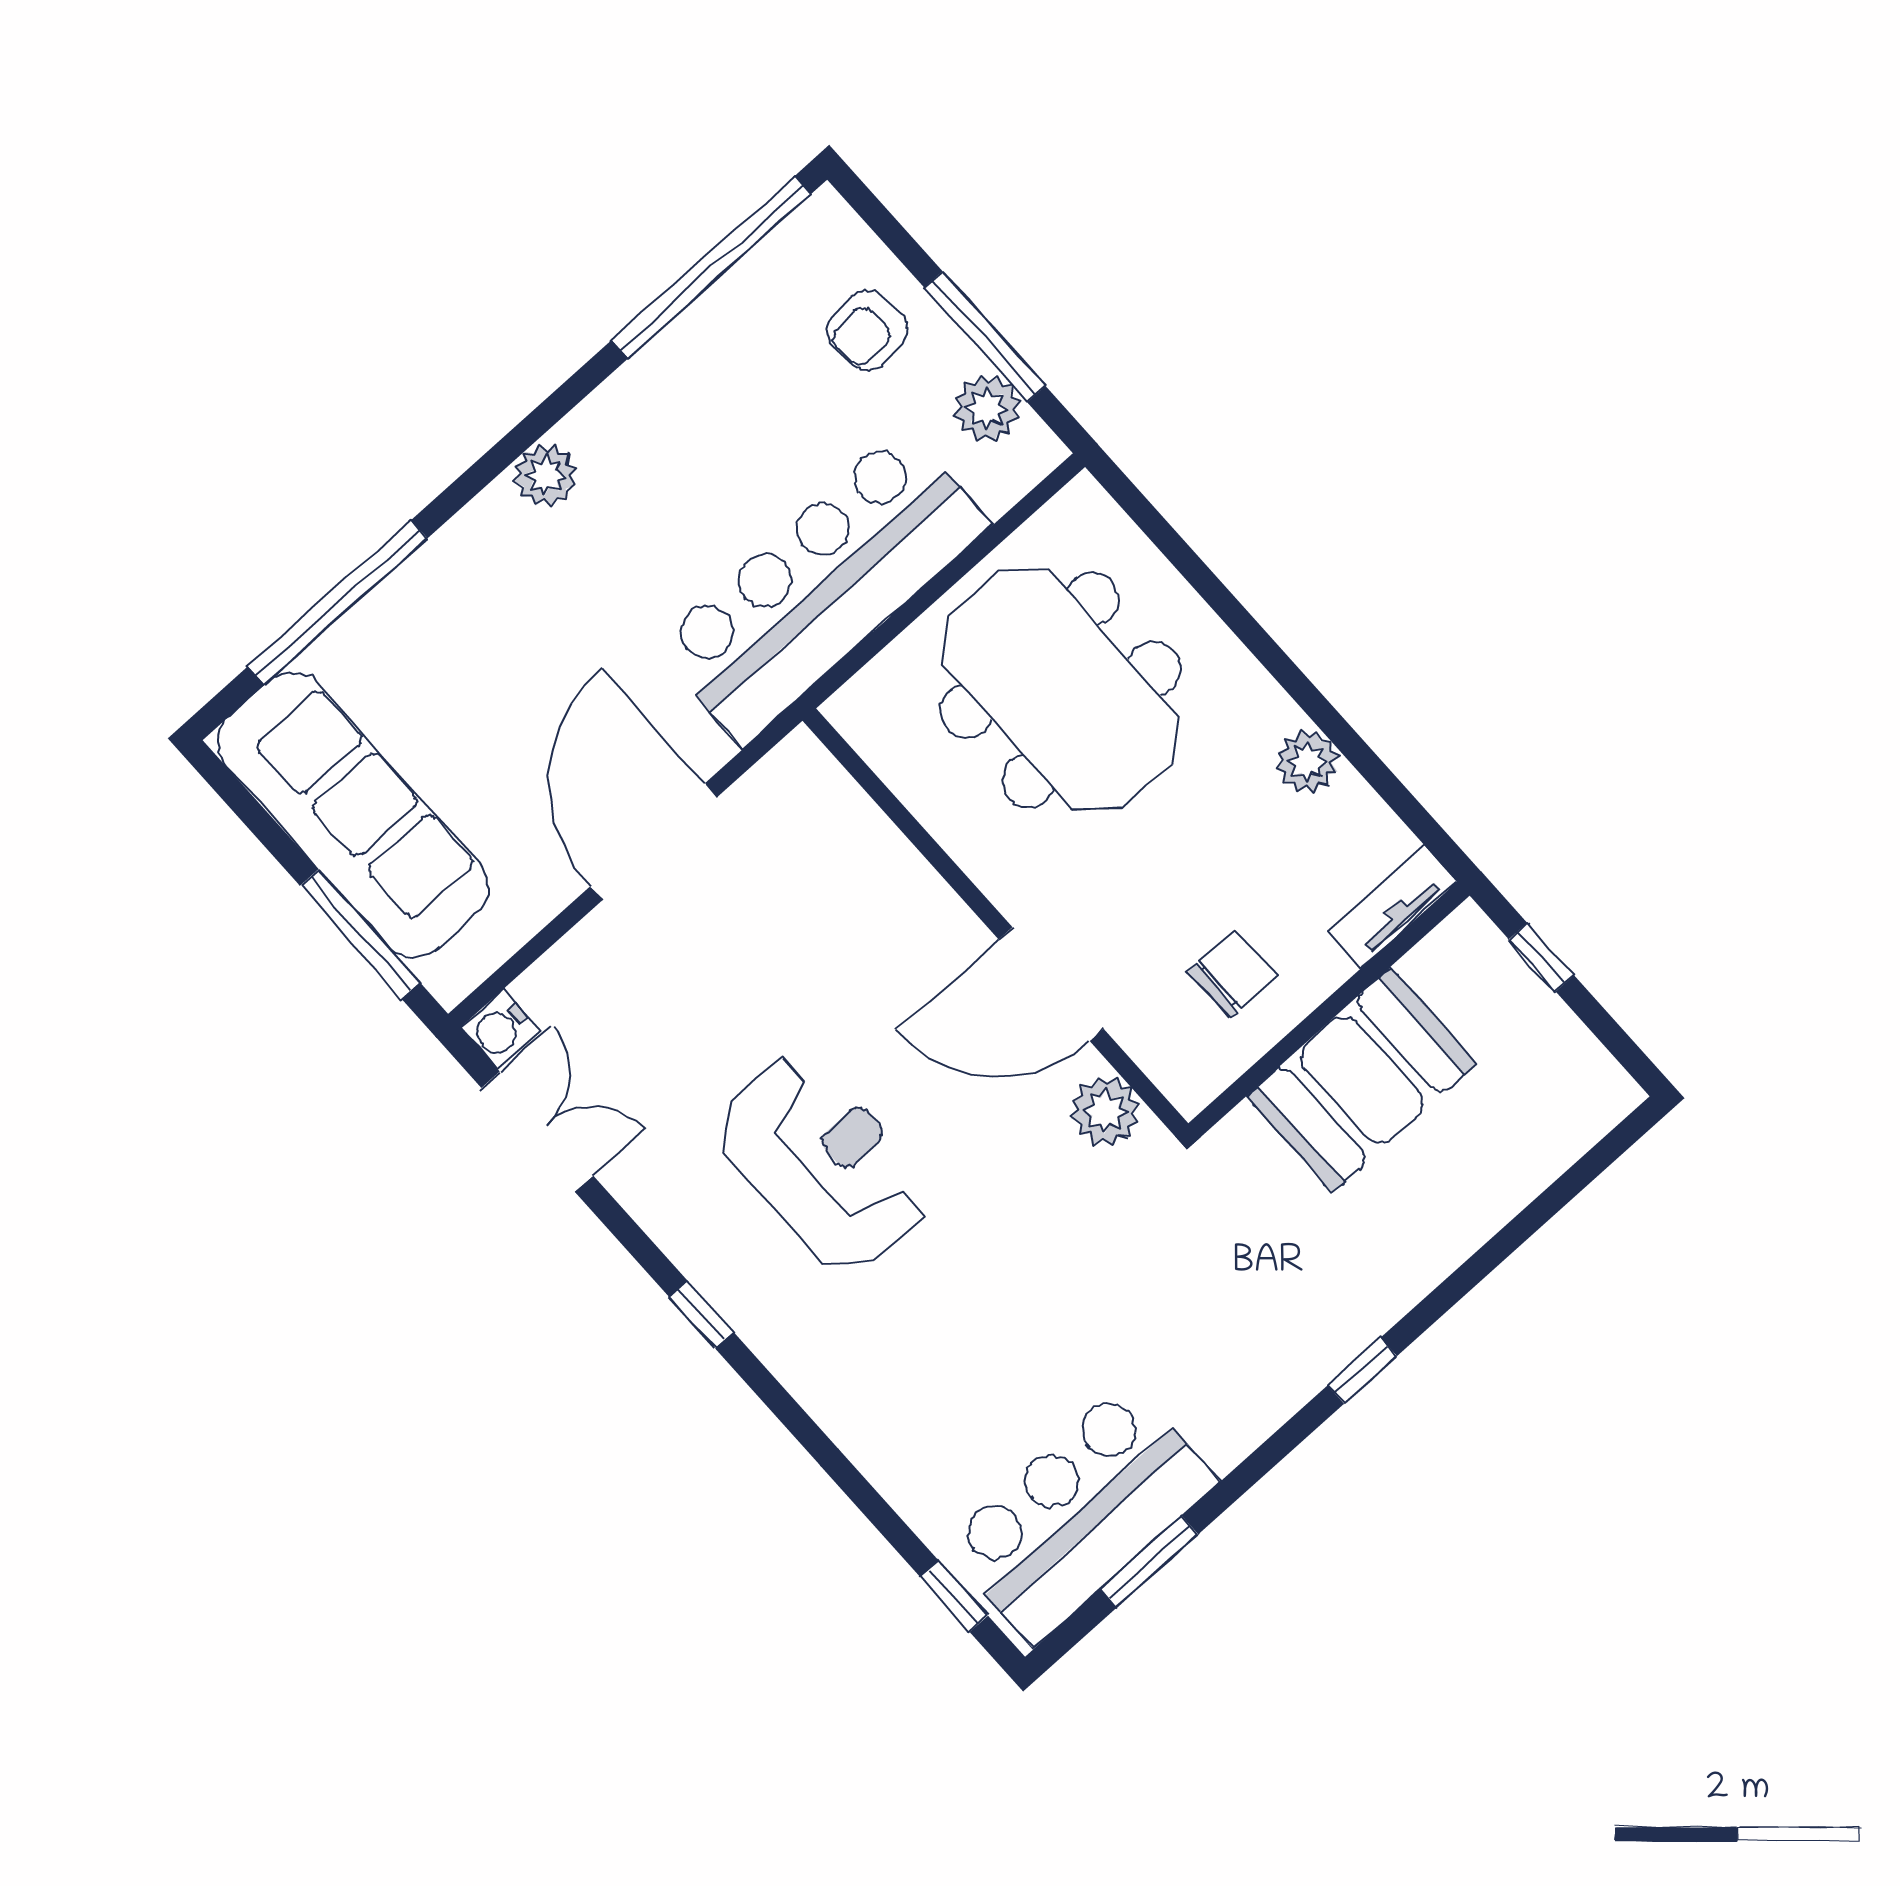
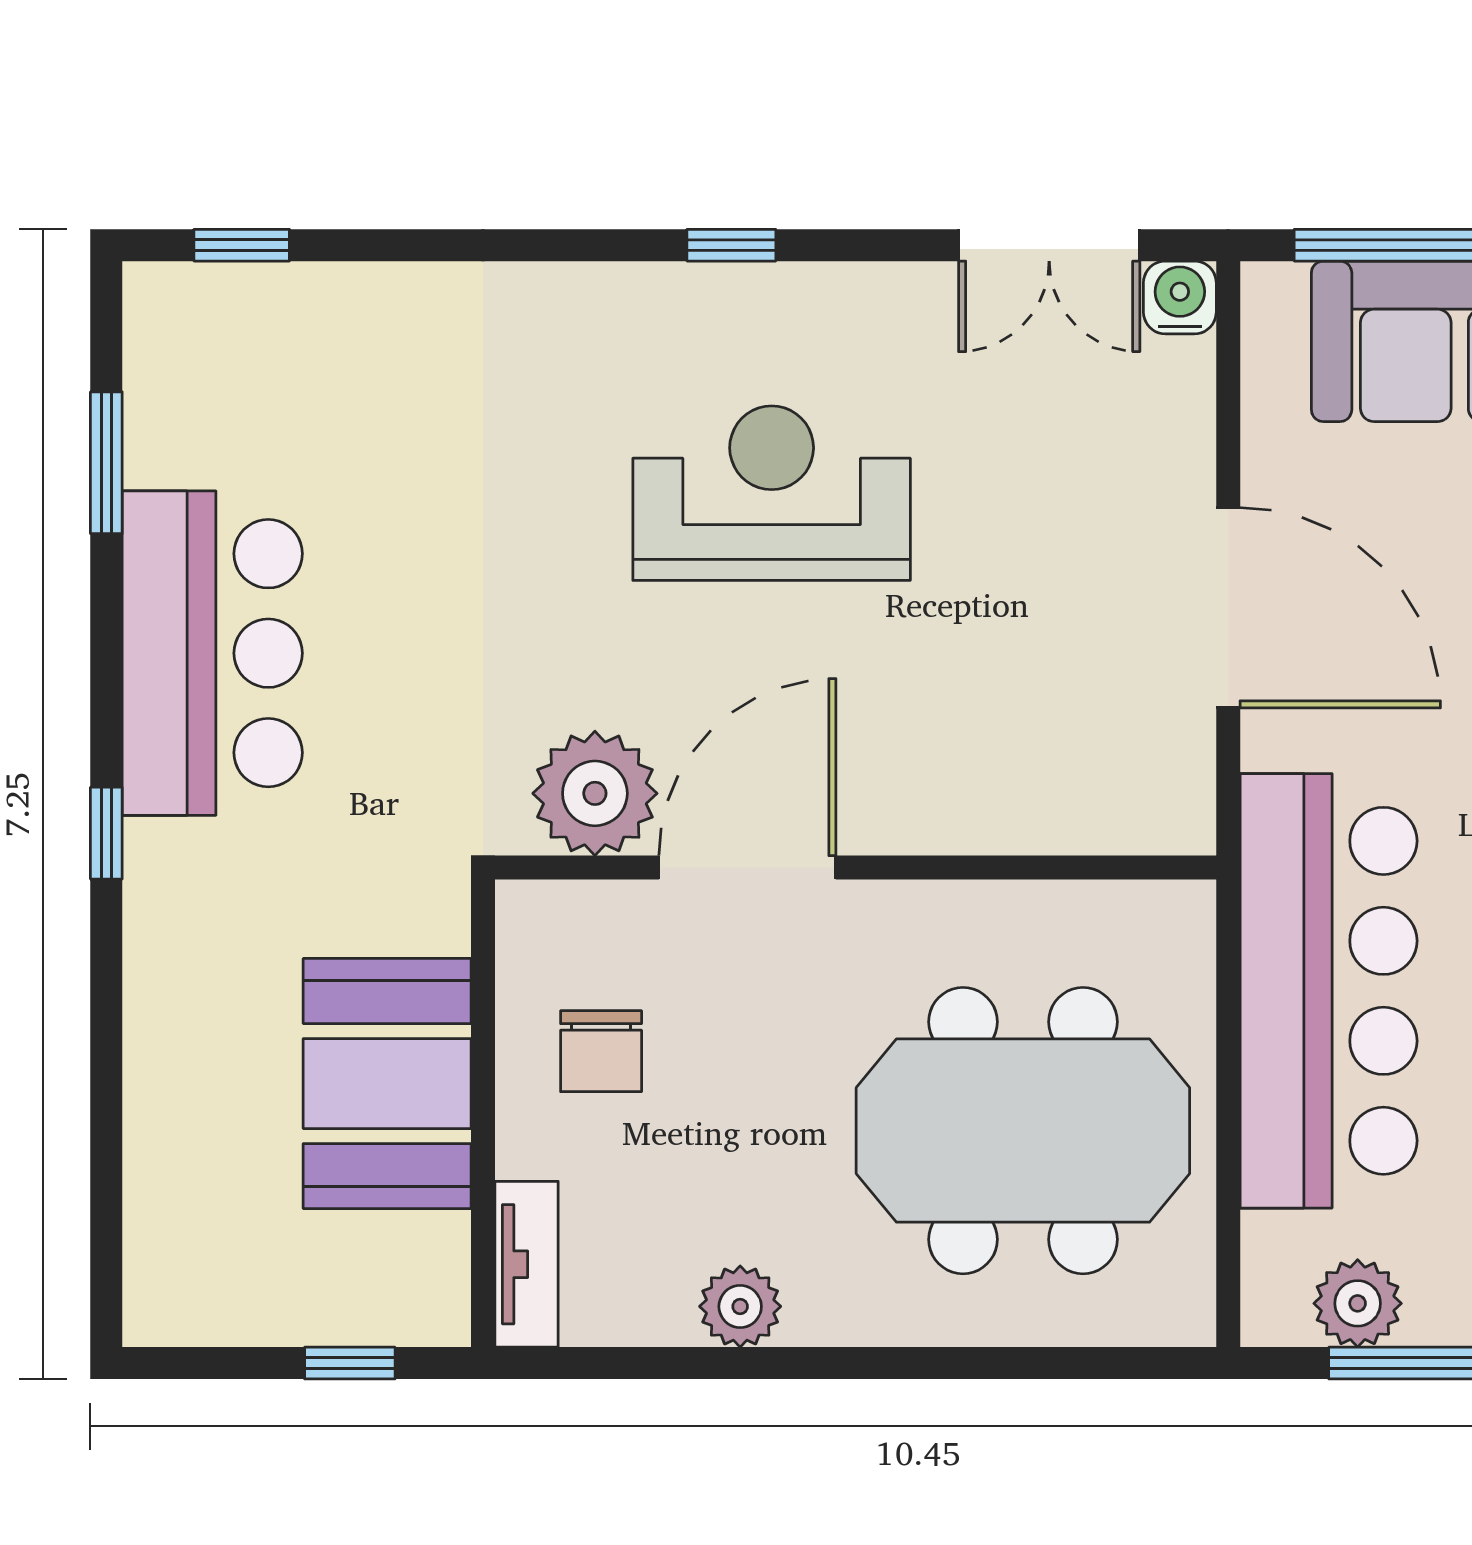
plant: (1105, 1111) -> (595, 793), width x1.36, depth x1.36
reception desk: (823, 1164) -> (772, 493), turned 180
bar counter: (1081, 1513) -> (212, 653), moved

